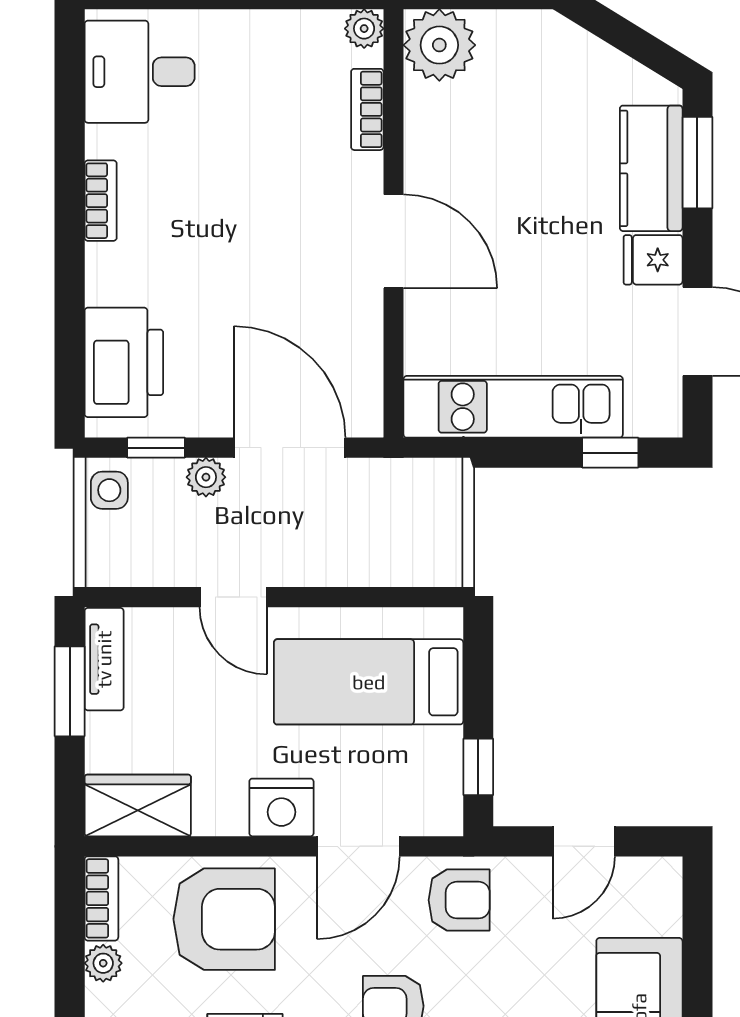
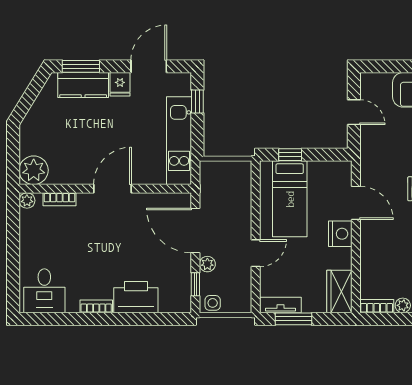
printer: (124, 362) -> (136, 297), moved
door: (290, 448) -> (195, 230), hinge flipped
window: (478, 767) -> (290, 155), moved
armchair: (459, 900) -> (377, 162), removed
armchair: (224, 919) -> (385, 257), removed

